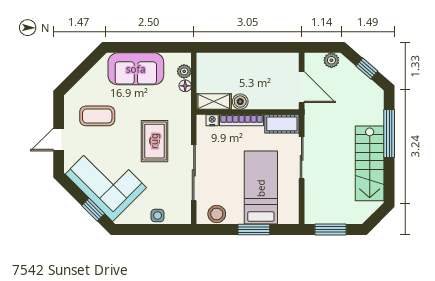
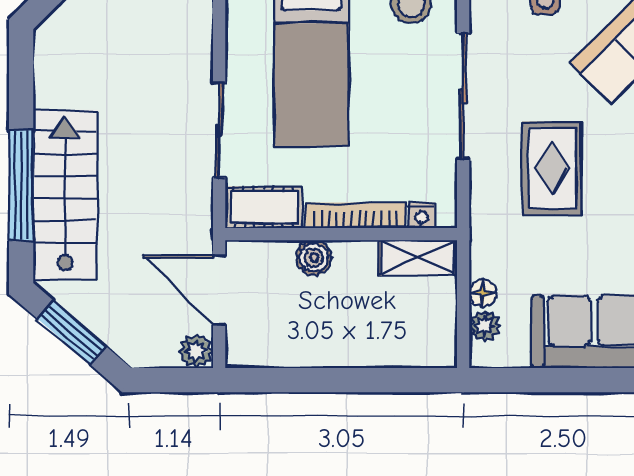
plant: (331, 60) -> (196, 351), moved
window: (367, 68) -> (72, 332), width x1.50
boiler: (240, 102) -> (314, 258), moved
stairs: (370, 163) -> (65, 195), moved

